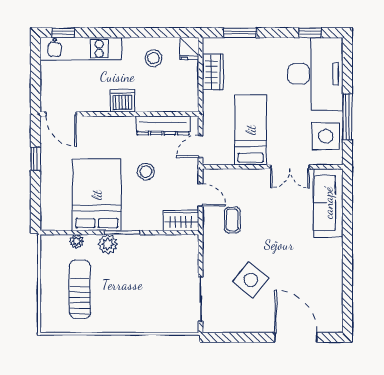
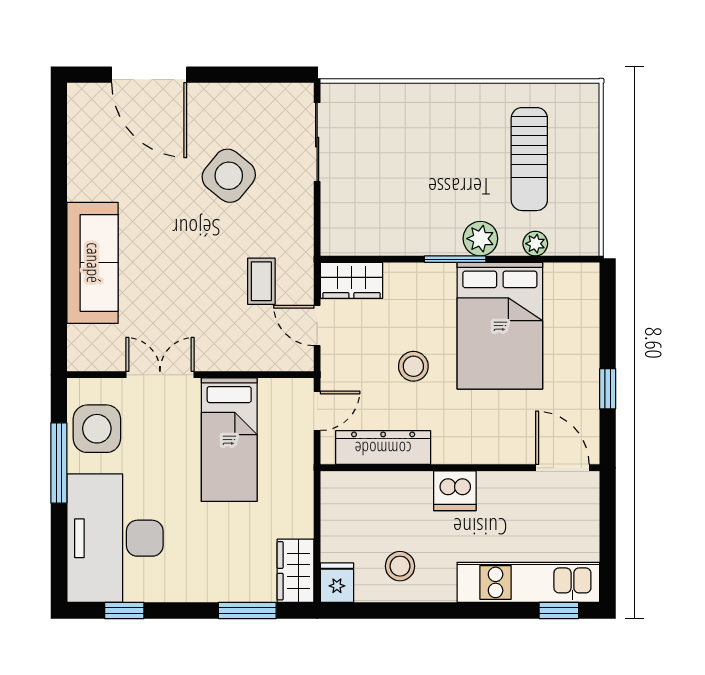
wardrobe: (213, 72) -> (296, 571), moved
sofa: (328, 203) -> (93, 263), moved

